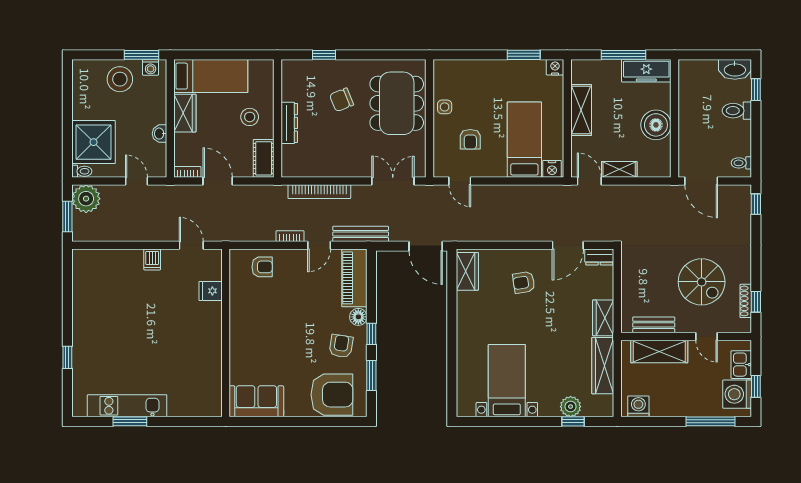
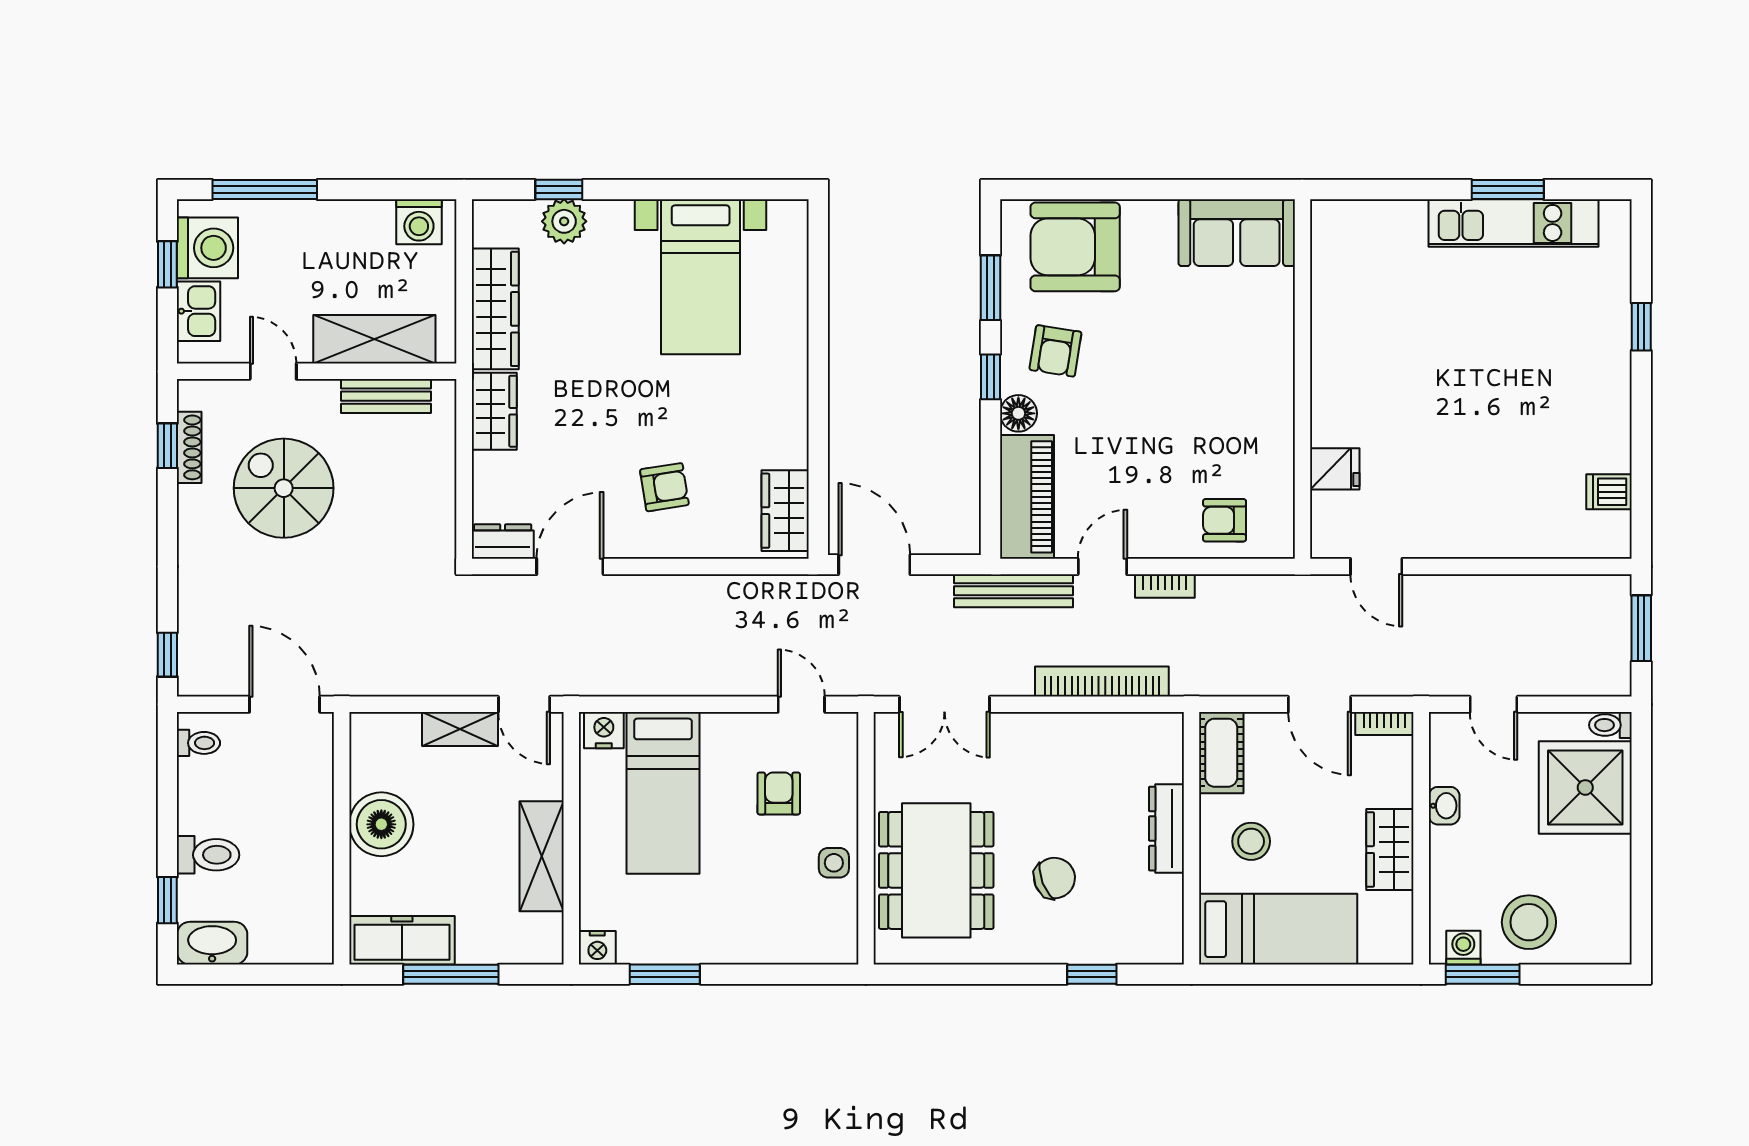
bed: (211, 76) -> (1278, 929), moved, turned 180
plant: (86, 199) -> (1601, 666), removed
dishwasher: (152, 259) -> (1609, 492), moved, turned -90

